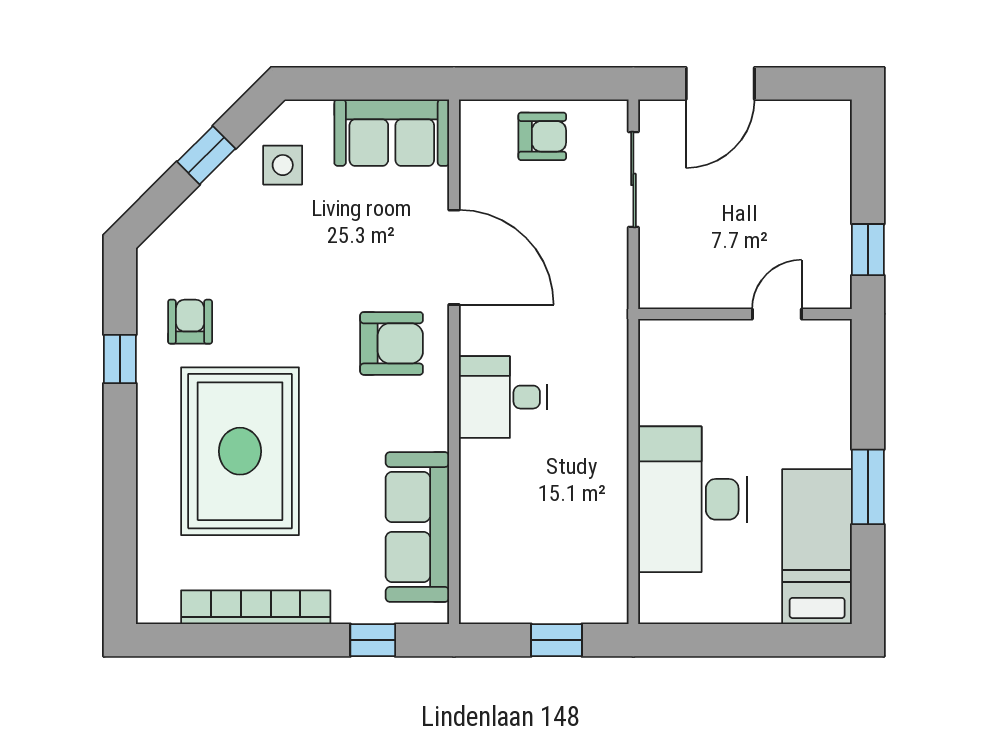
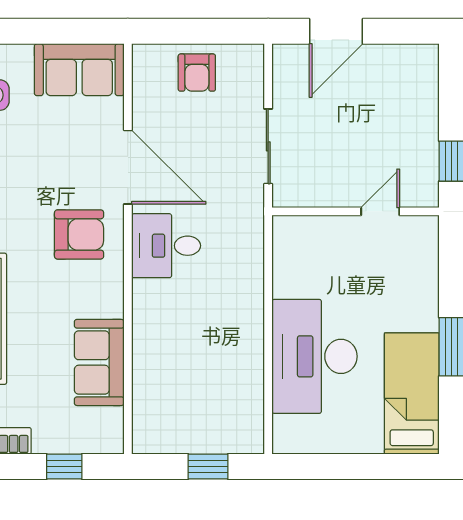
armchair: (542, 136) -> (197, 73), turned 90
sliding door: (633, 179) -> (268, 146), moved
desk: (503, 397) -> (166, 246), moved
sofa: (417, 527) -> (99, 362), width x0.73

